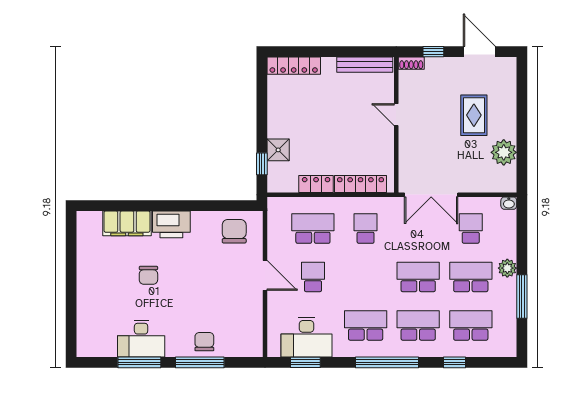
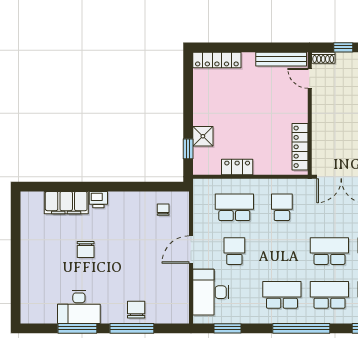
door: (396, 115) -> (310, 78), moved
locker: (361, 184) -> (300, 147), moved, turned -90
printer: (171, 224) -> (98, 200), width x0.53, depth x0.68
chair: (234, 231) -> (163, 210), width x0.54, depth x0.54
door: (265, 275) -> (191, 250), swing flipped
desk: (306, 337) -> (211, 292), moved, turned 90

